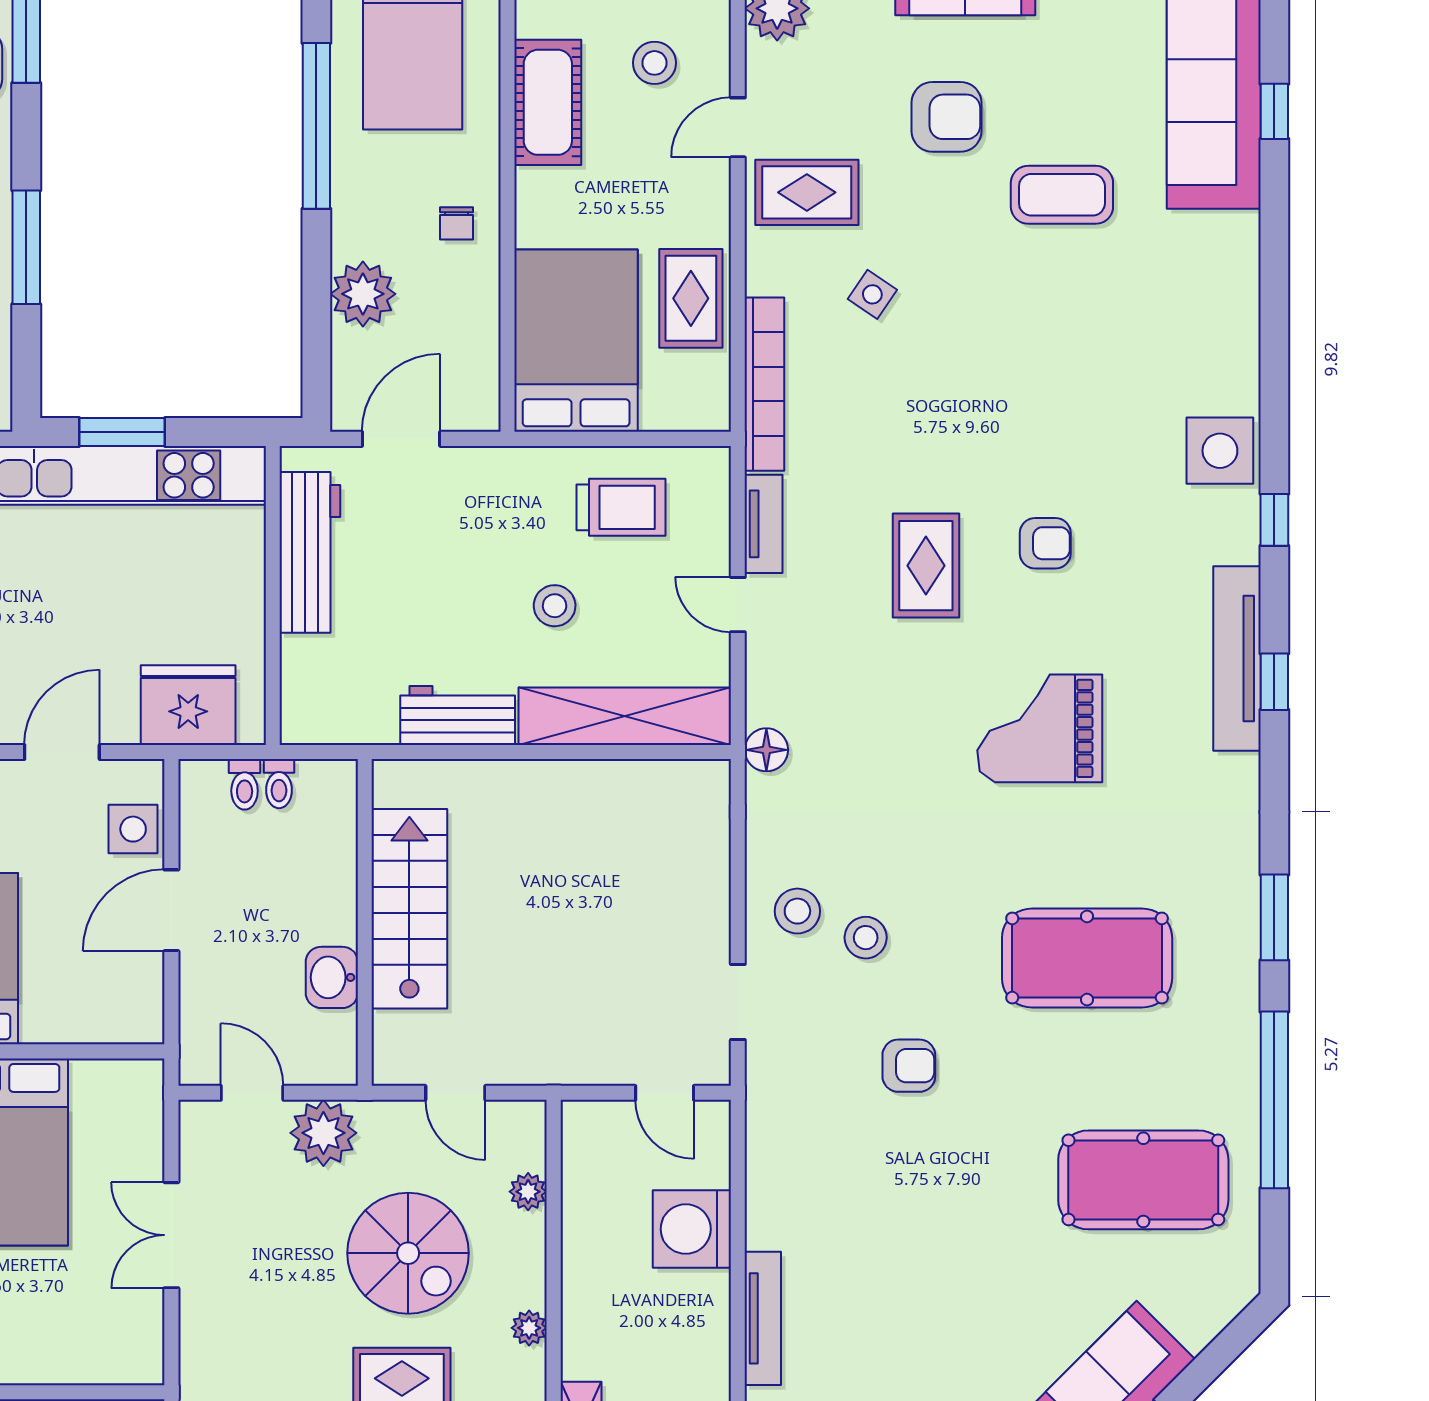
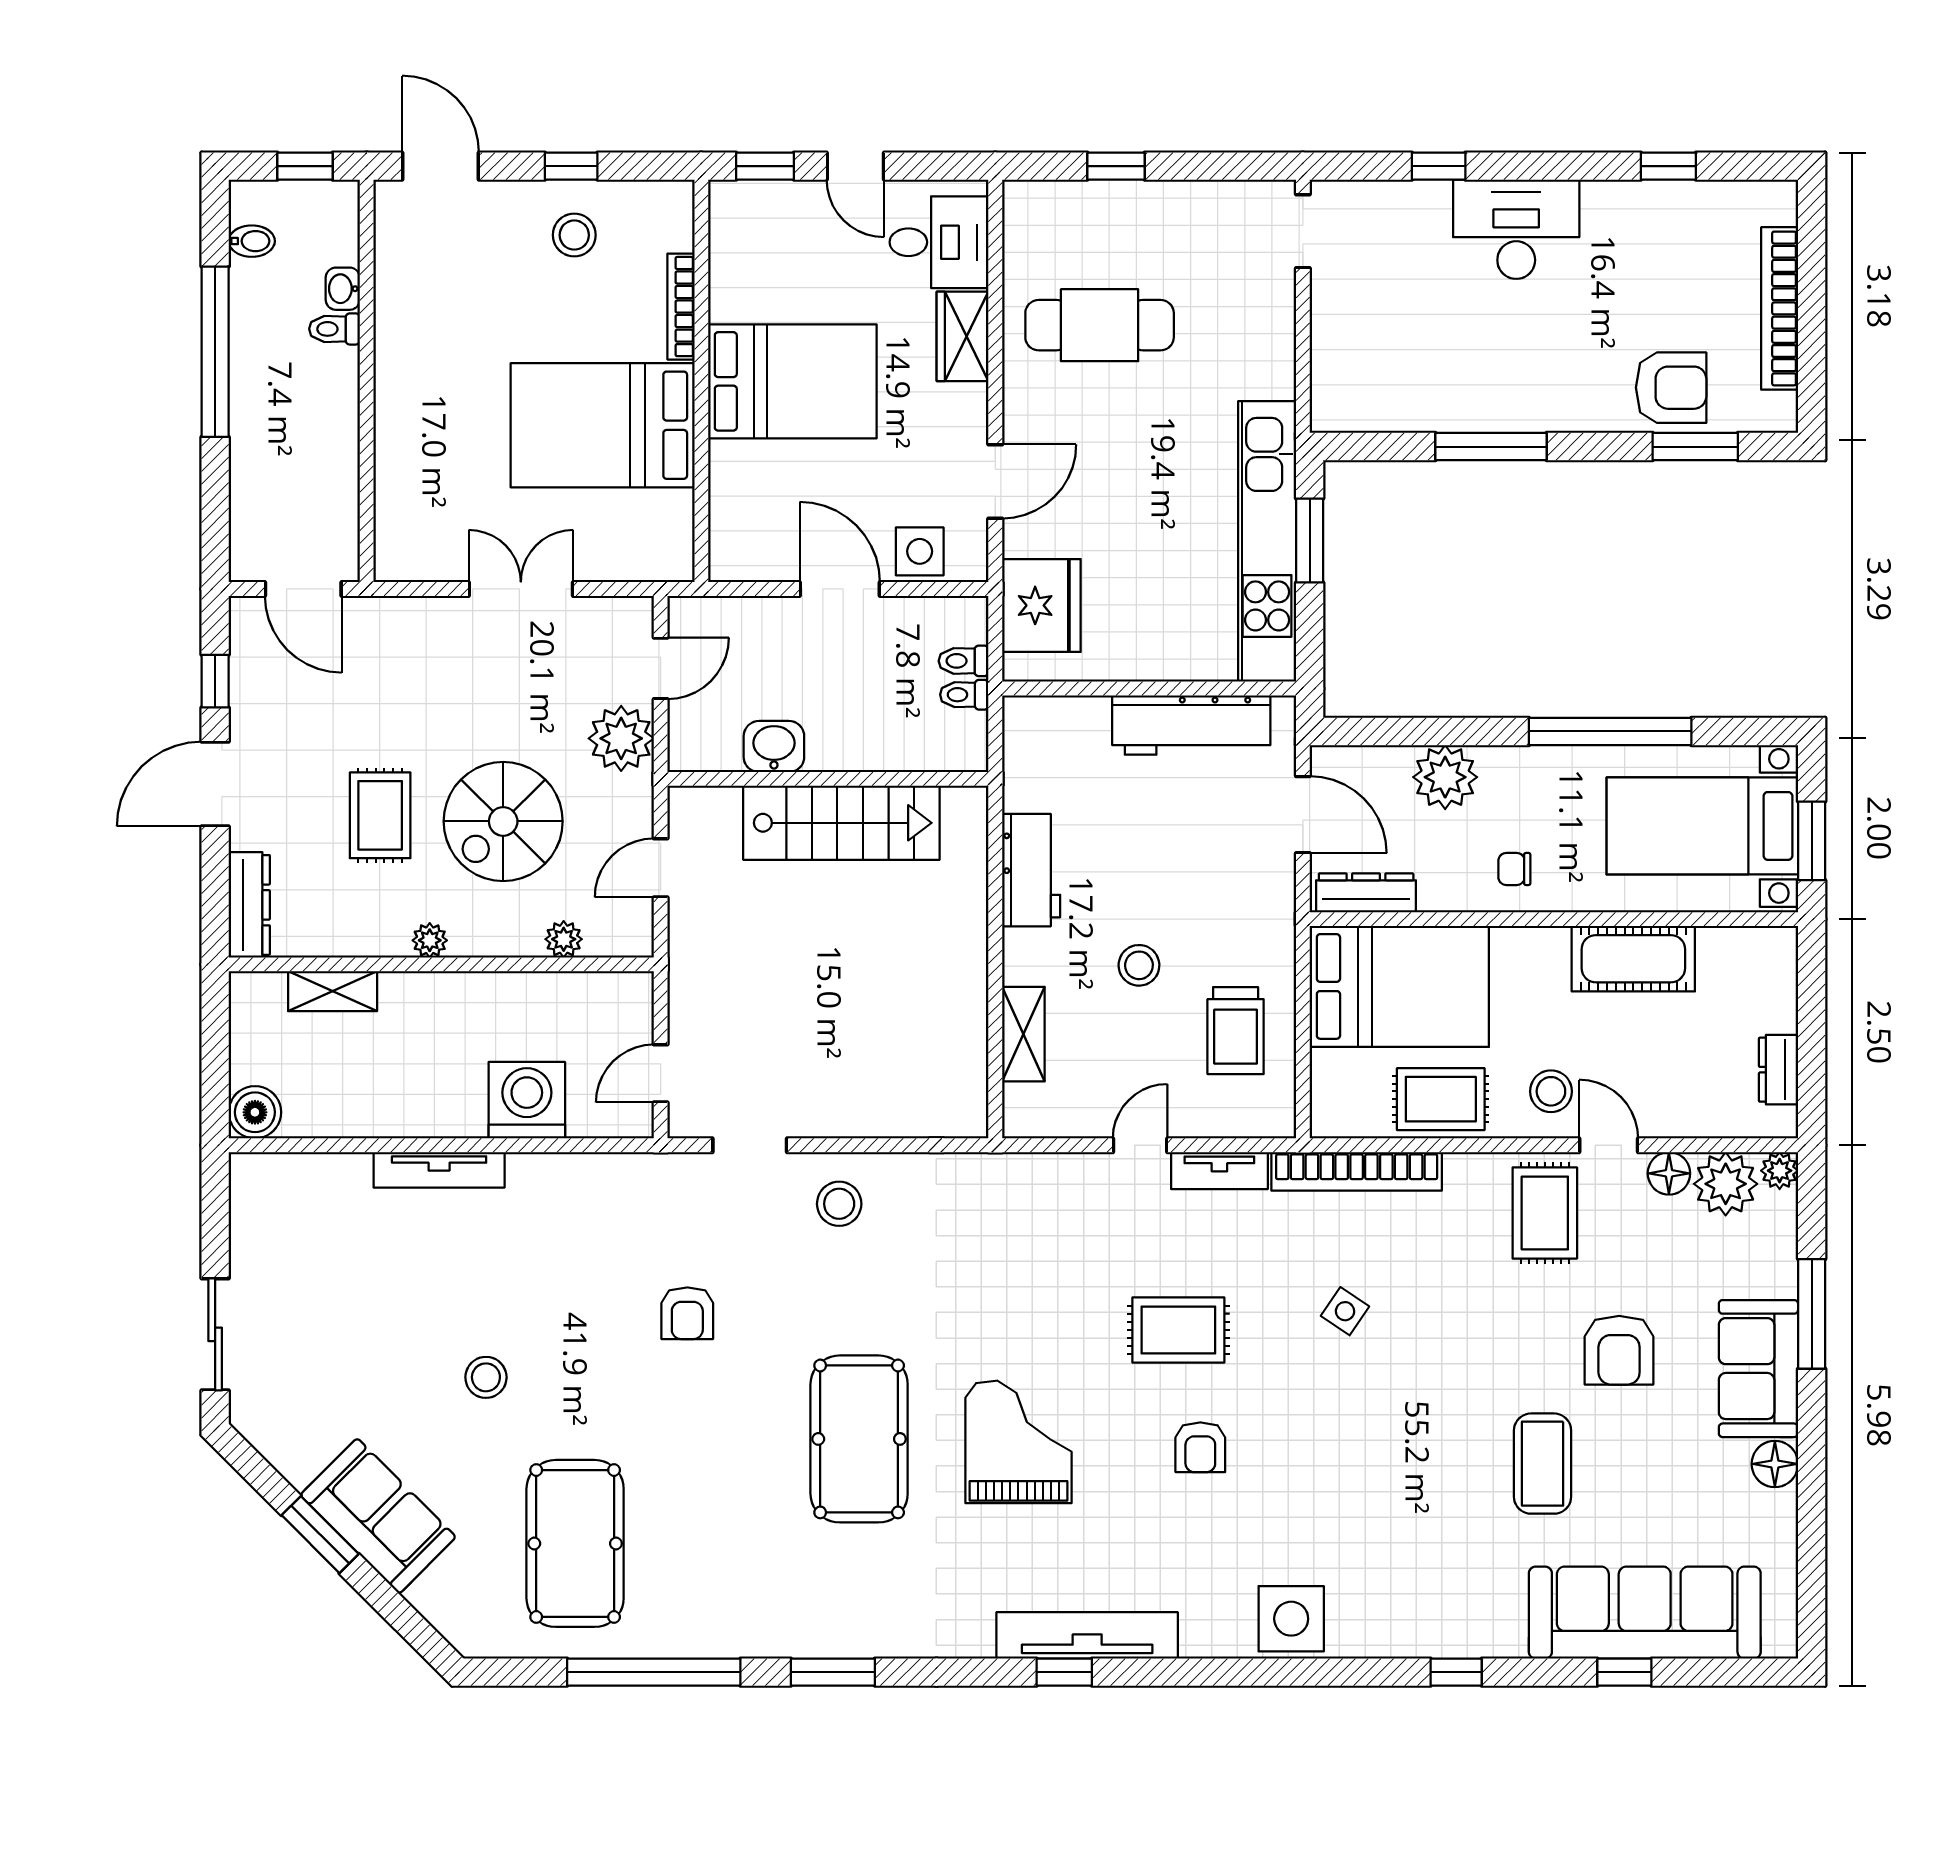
stool: (655, 63) -> (1551, 1091), moved
side table: (872, 294) -> (1345, 1311), moved
dresser: (481, 375) -> (1366, 893), added
window: (1274, 520) -> (1456, 1672), moved
shelving: (625, 716) -> (1023, 1034), width x0.45, depth x0.75
floor lamp: (766, 750) -> (1669, 1173), moved
door: (62, 752) -> (995, 482), hinge flipped
stool: (866, 938) -> (486, 1377), moved
pool table: (1087, 958) -> (859, 1439), moved

